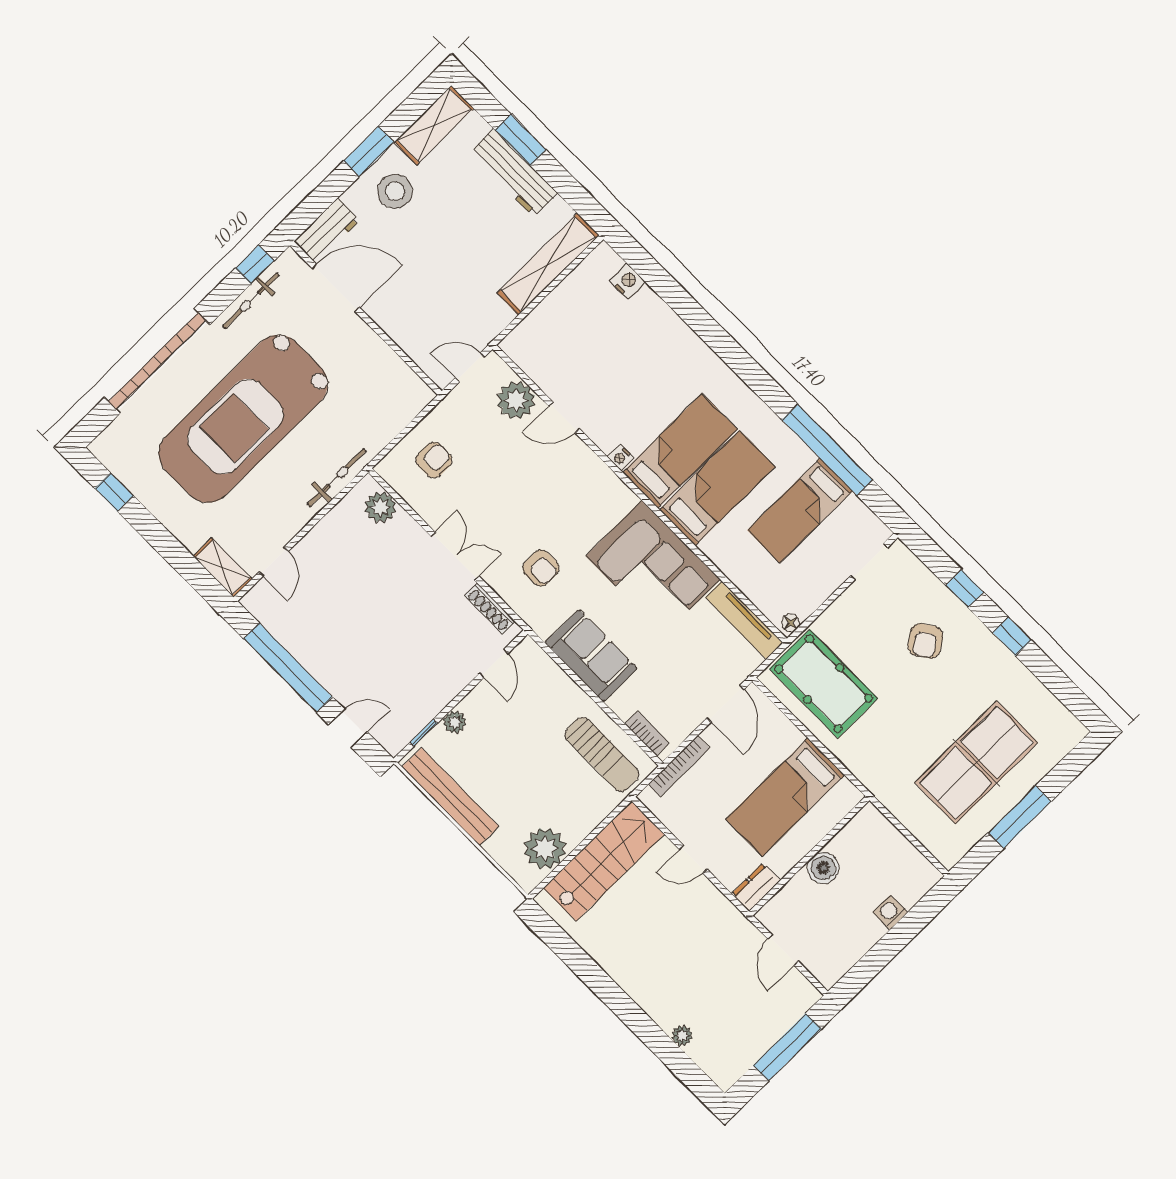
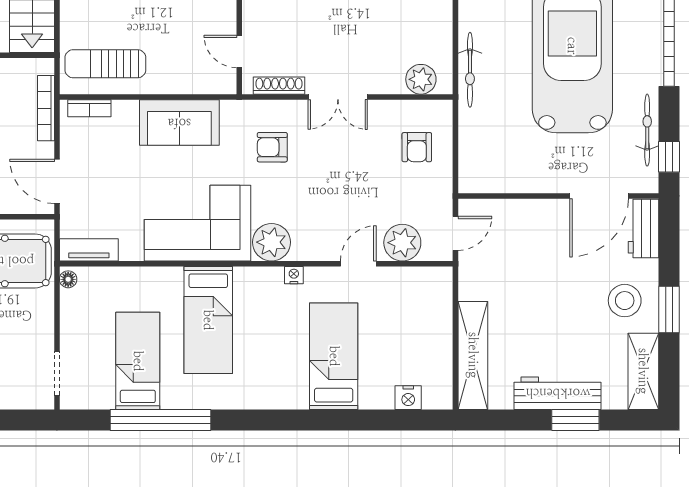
bed: (680, 451) -> (334, 356), moved, turned 180
plant: (612, 498) -> (272, 242), added
tv unit: (744, 620) -> (89, 250), width x0.71

